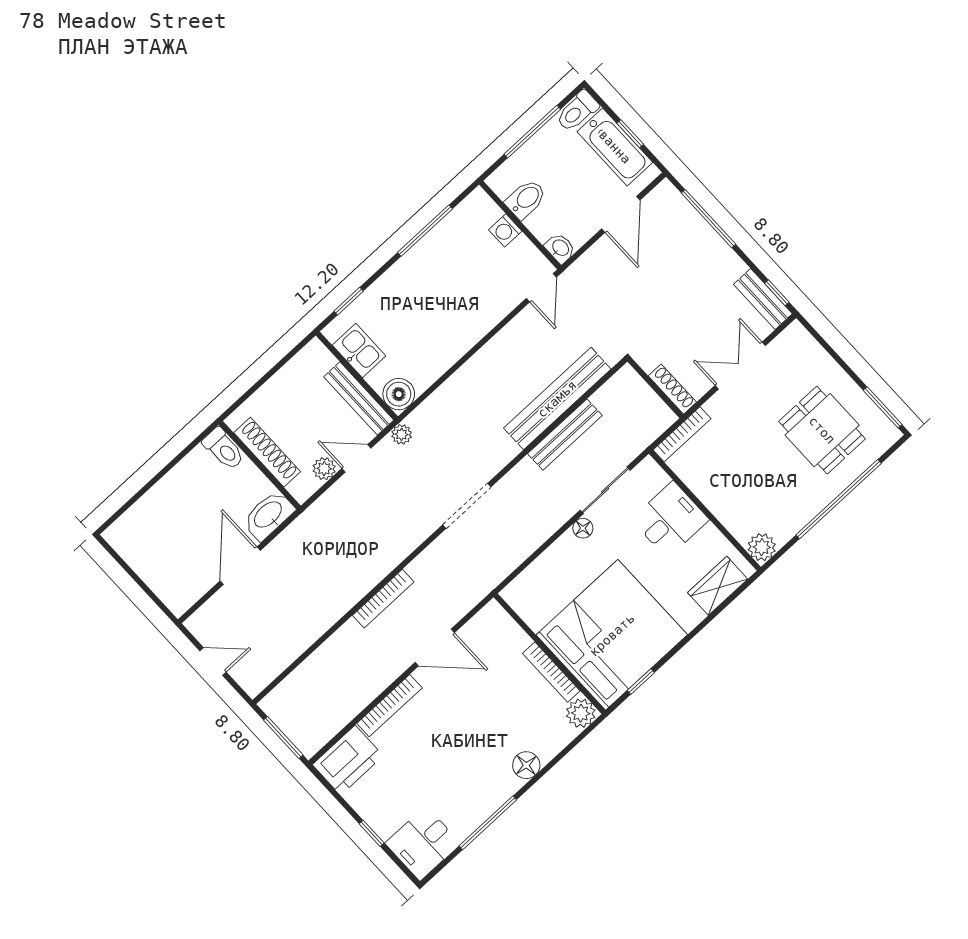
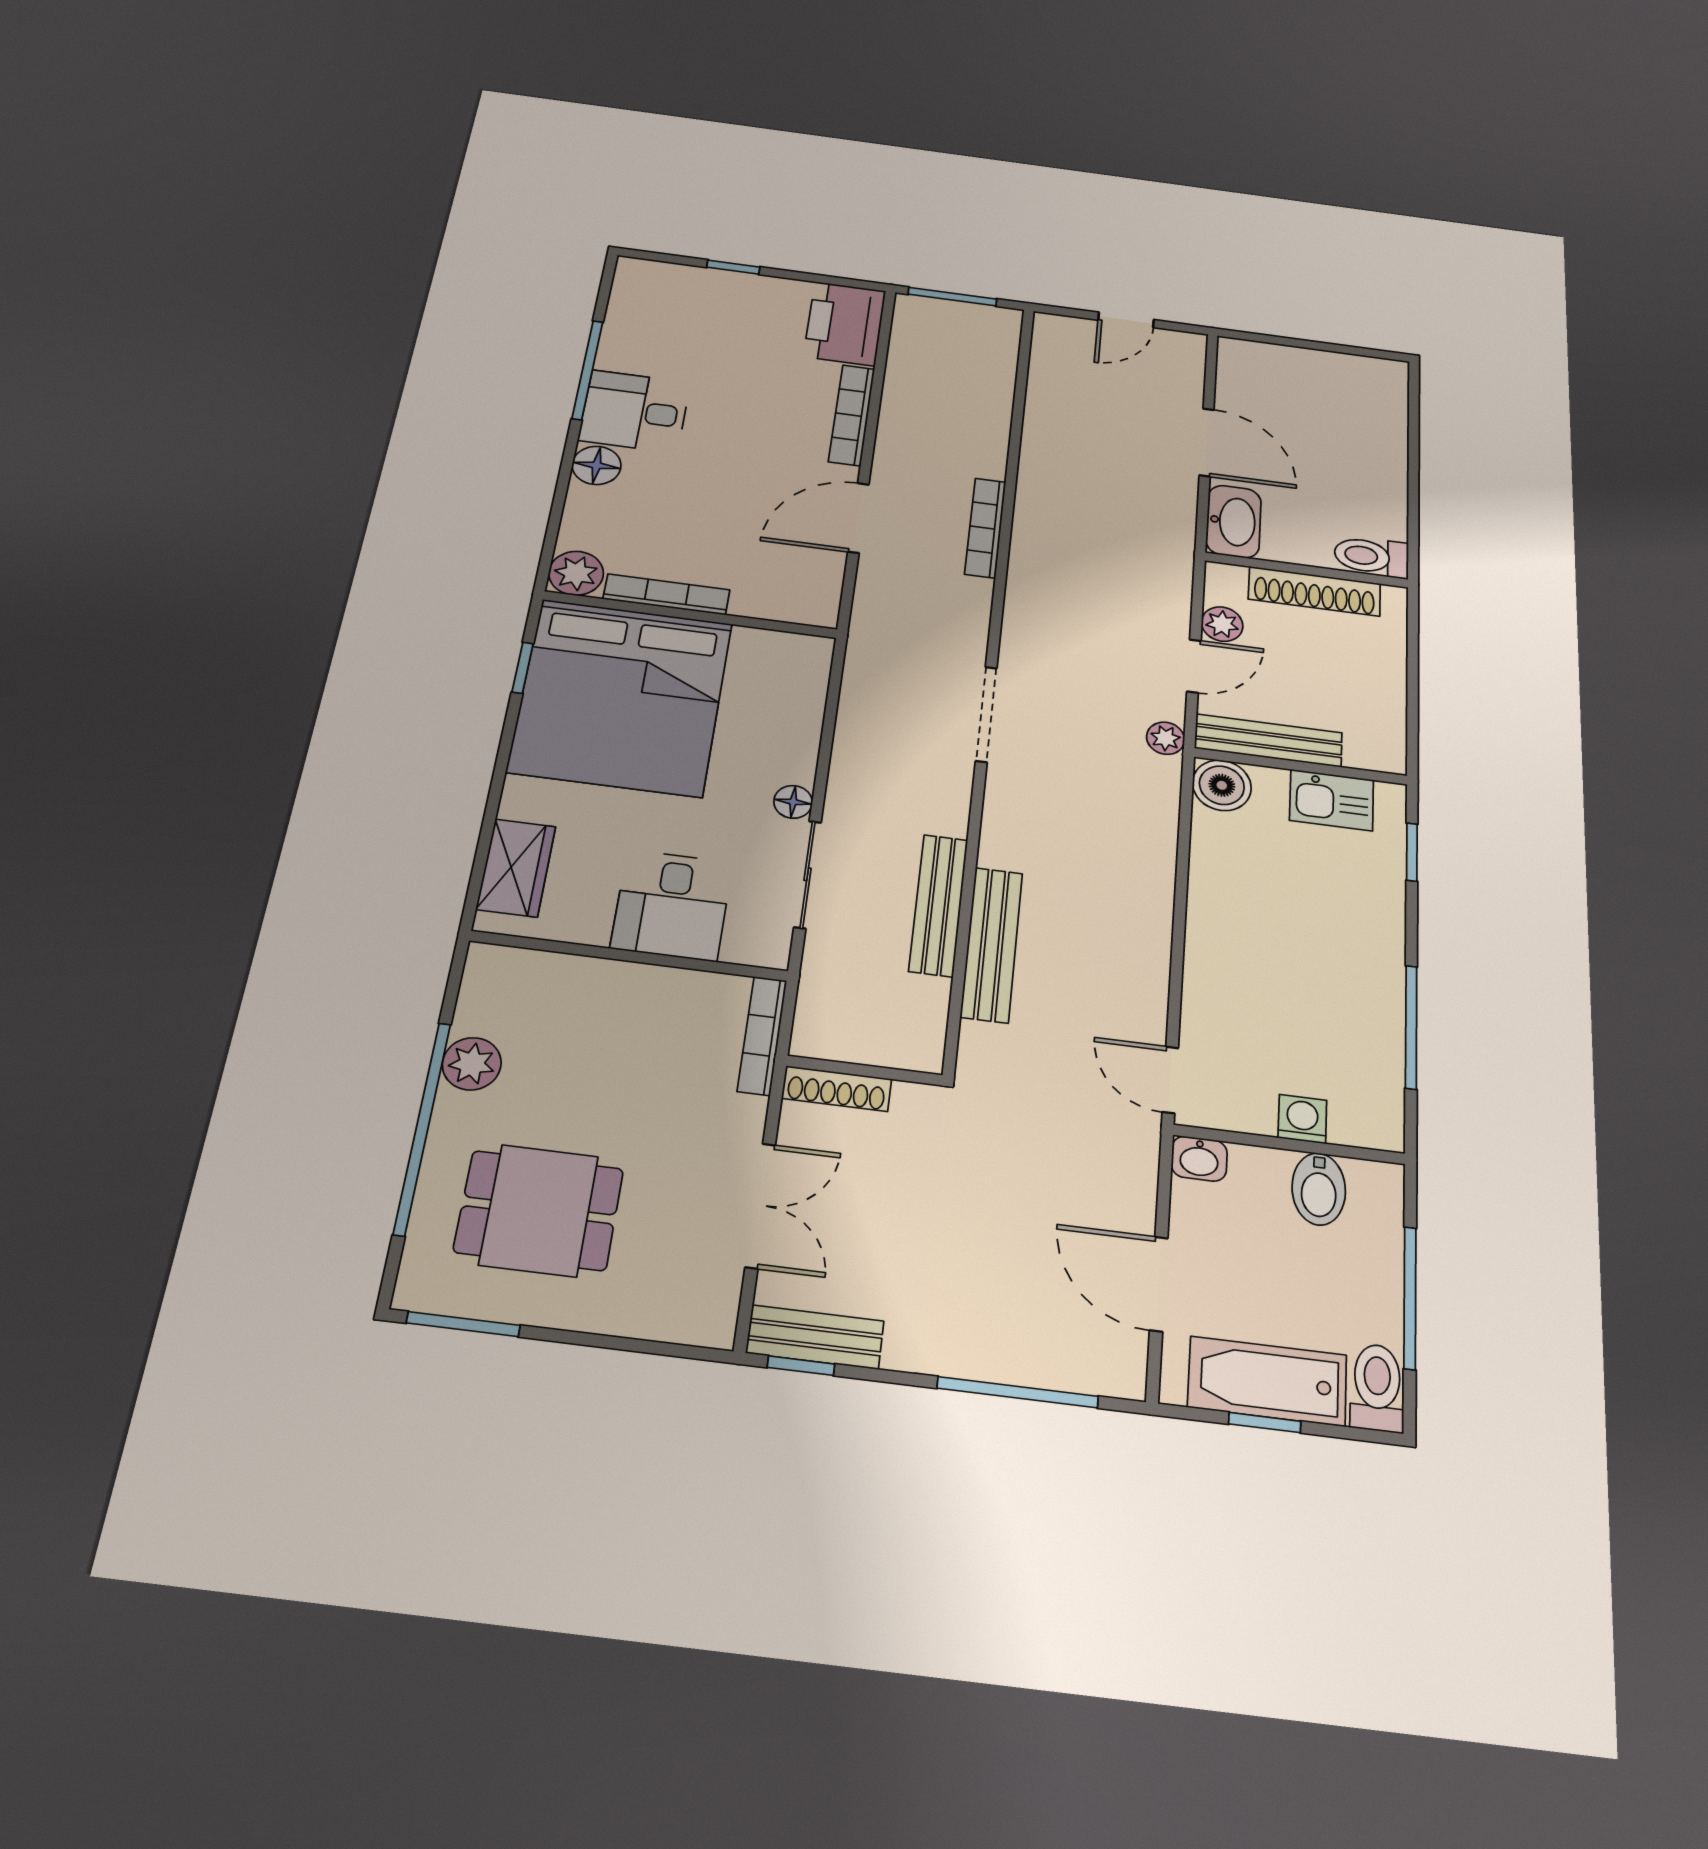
bench: (557, 399) -> (992, 944), width x0.73, depth x0.82
plant: (762, 547) -> (472, 1064), moved
desk: (423, 843) -> (634, 411), moved, turned -90

